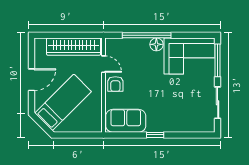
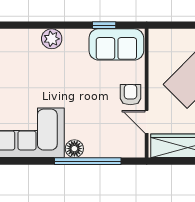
plant: (173, 125) -> (52, 39), added
window: (155, 135) -> (104, 25), moved

